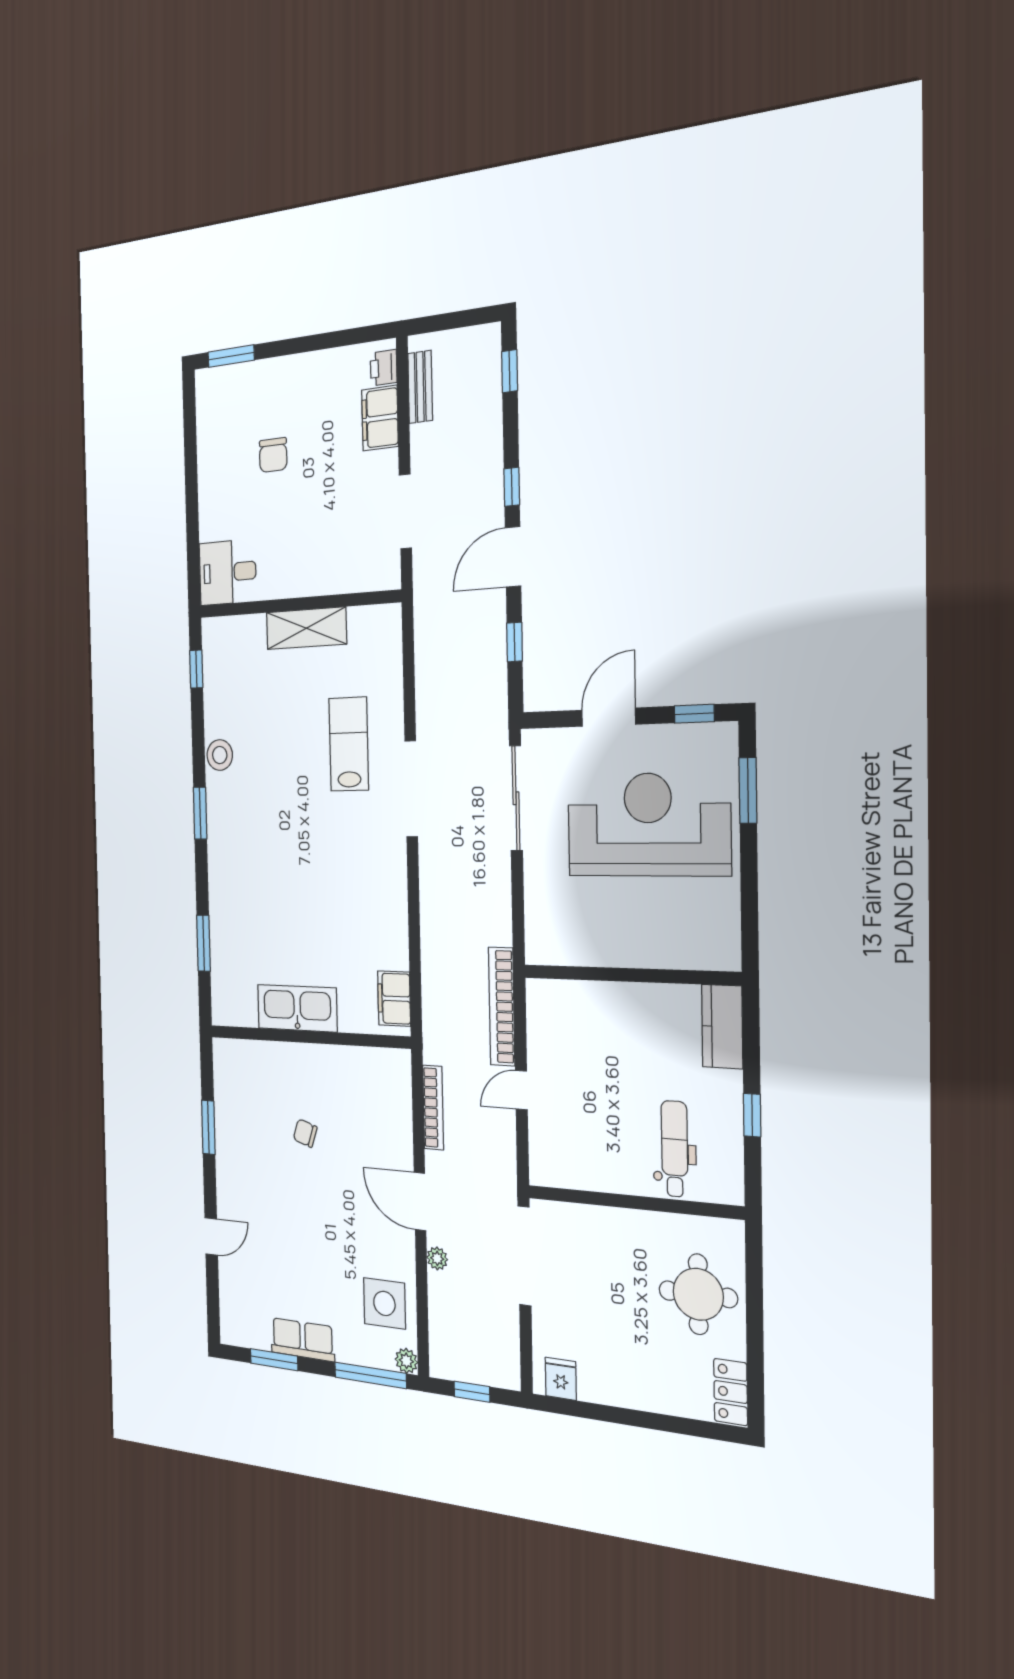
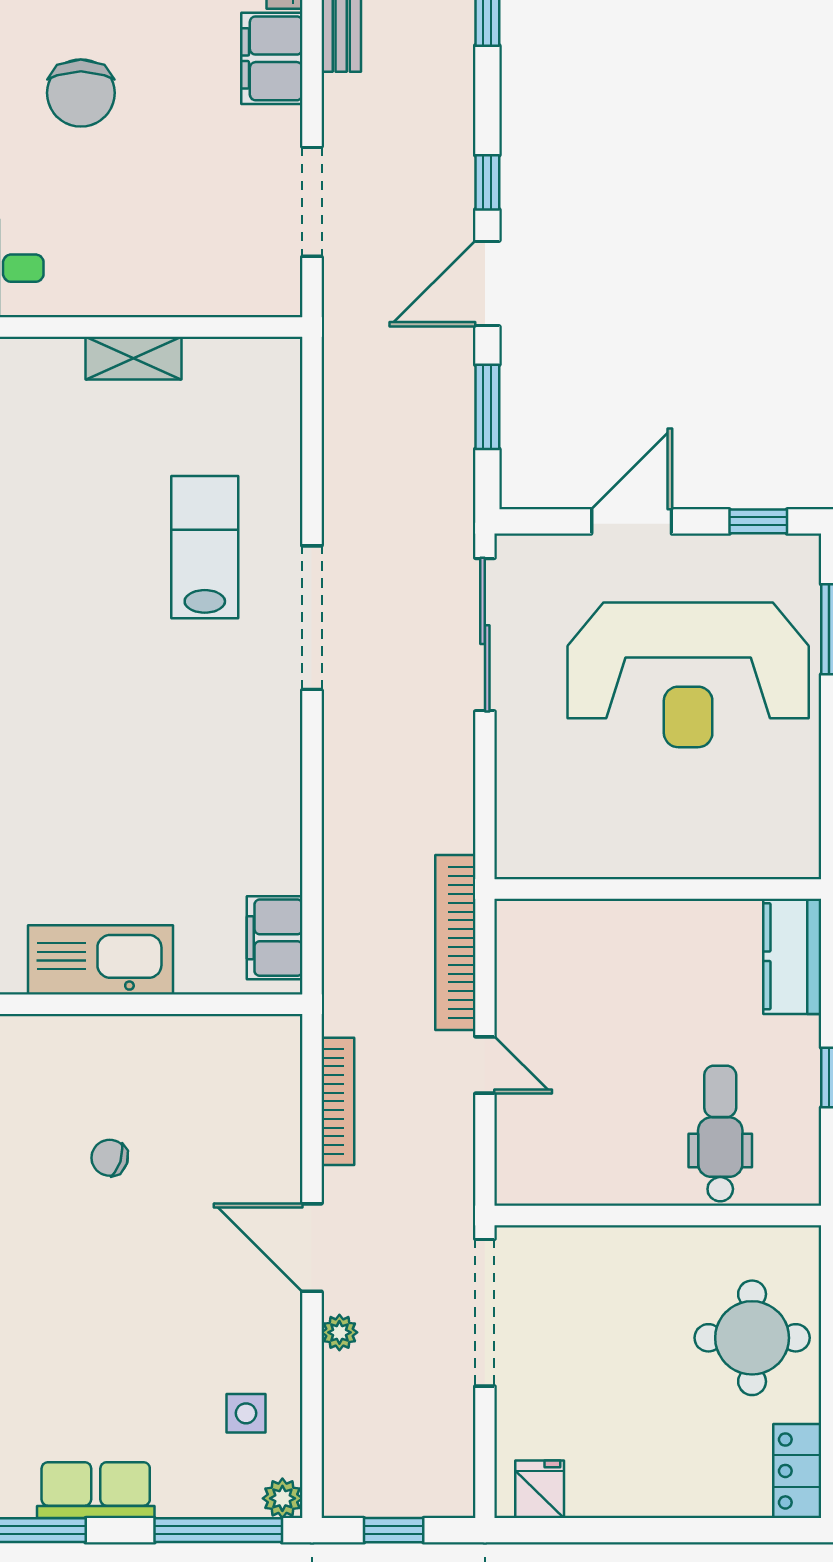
chair: (273, 455) -> (81, 93), width x1.37, depth x1.37
shelving: (306, 628) -> (134, 358), width x0.67, depth x0.75
window: (515, 642) -> (487, 407), width x1.50
reception desk: (648, 825) -> (688, 675), turned 180
door: (521, 1090) -> (485, 1065), swing flipped
side table: (384, 1303) -> (246, 1413), width x0.54, depth x0.54

